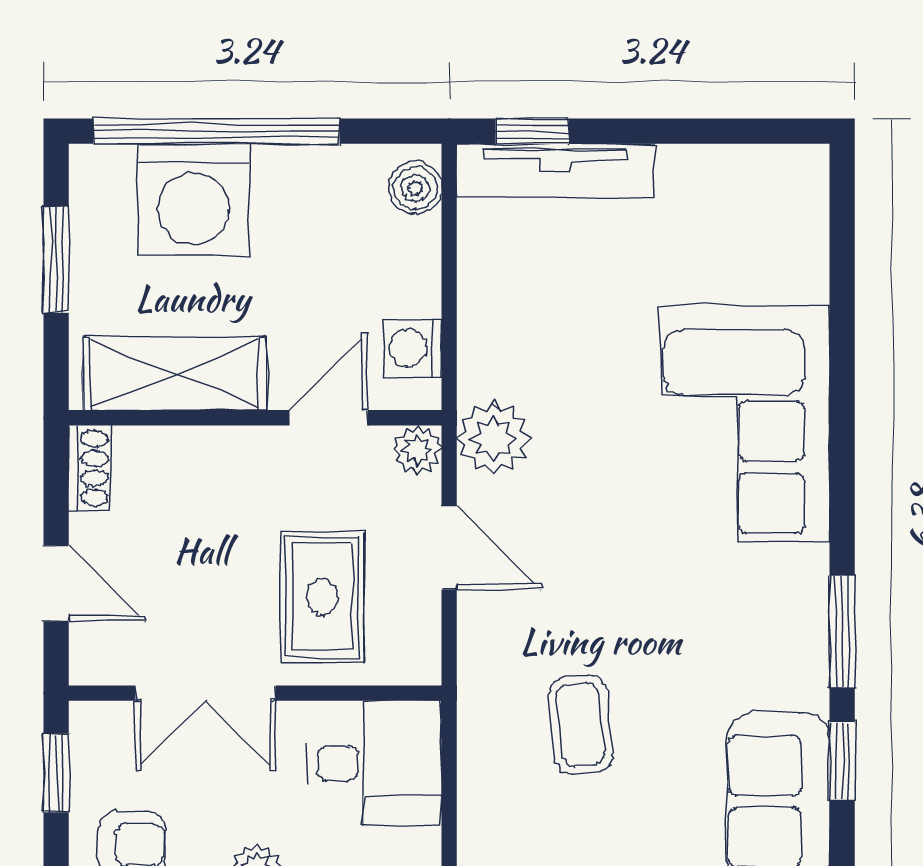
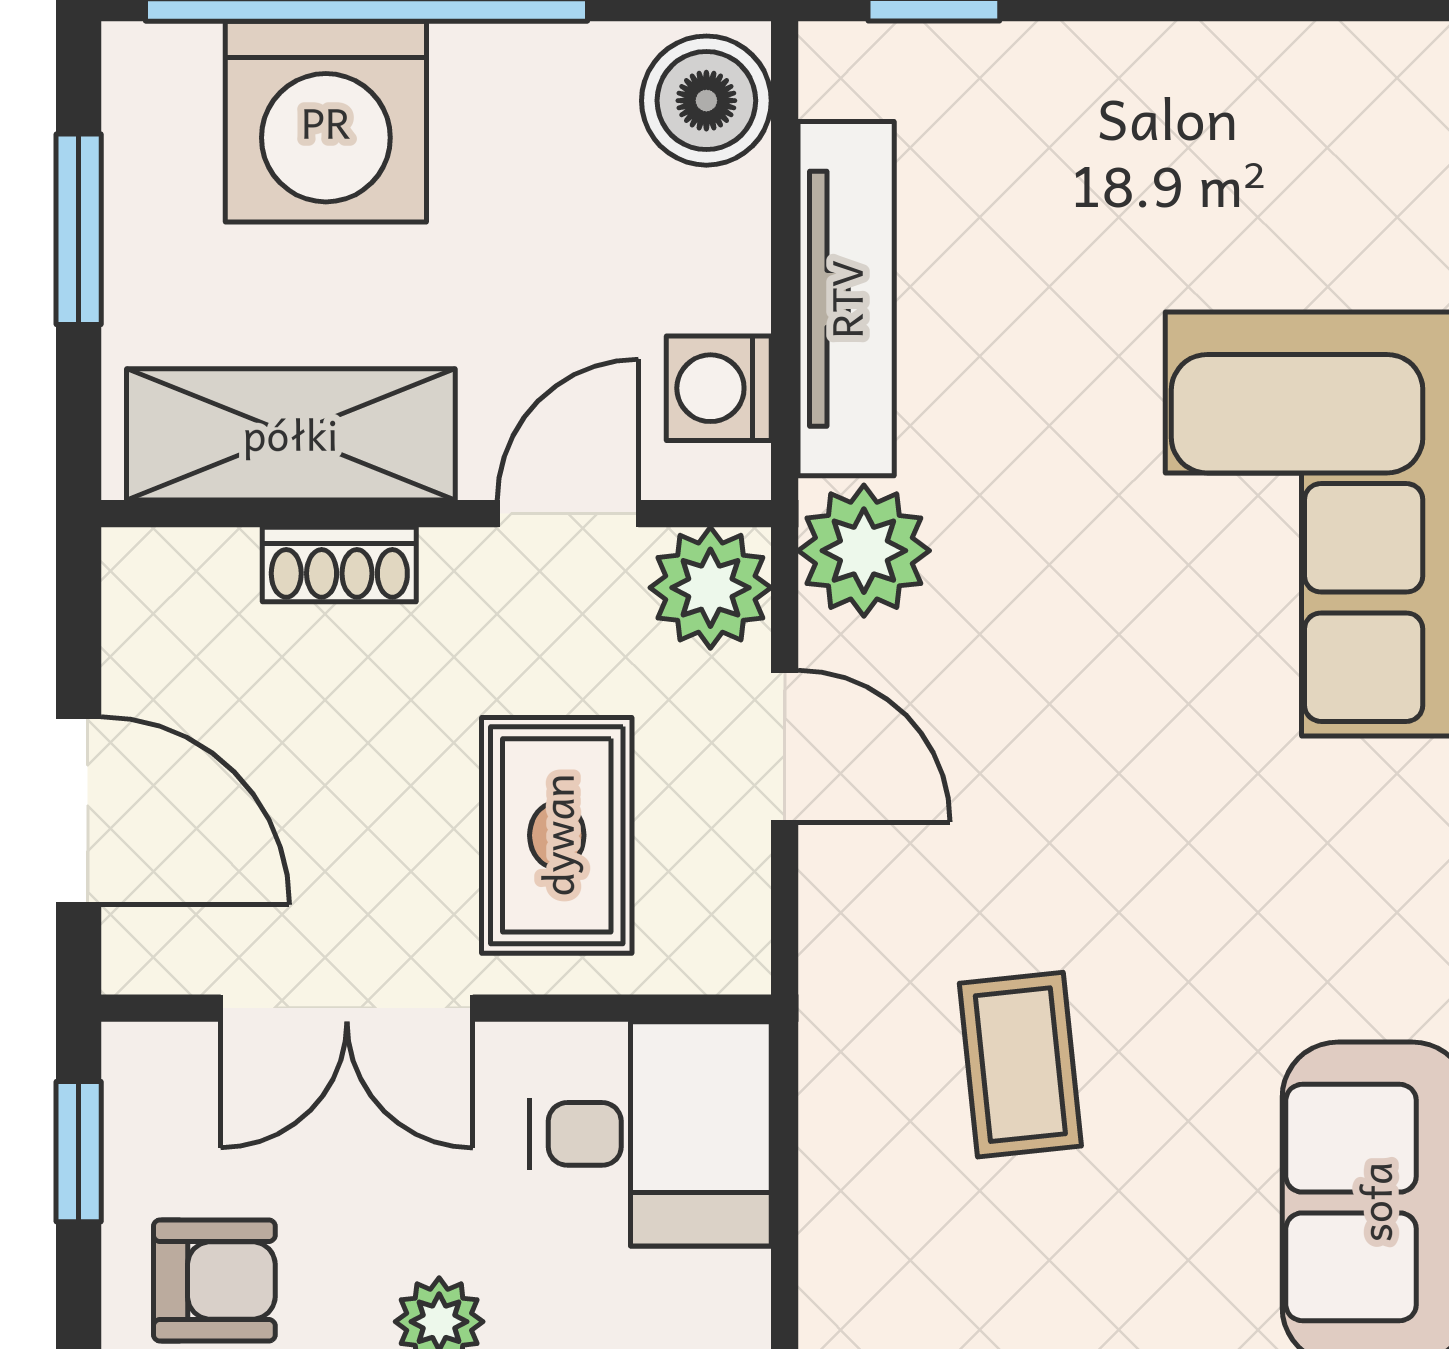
tv unit: (555, 170) -> (846, 299), moved, turned -90
boiler: (415, 188) -> (706, 101), width x1.36, depth x1.36
plant: (417, 450) -> (710, 588), width x1.38, depth x1.38
shoe rack: (90, 468) -> (339, 564), moved, turned 90
door: (56, 583) -> (79, 811), width x1.38

